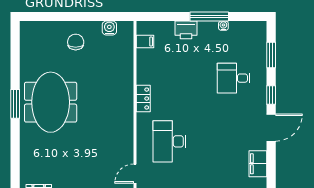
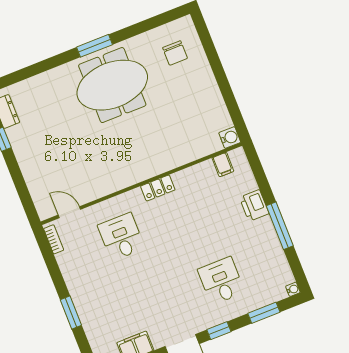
water cooler: (223, 26) -> (293, 289), moved
water cooler: (109, 28) -> (230, 137), moved
chair: (76, 42) -> (175, 53), moved, turned 90
desk: (170, 141) -> (121, 237), width x0.73

